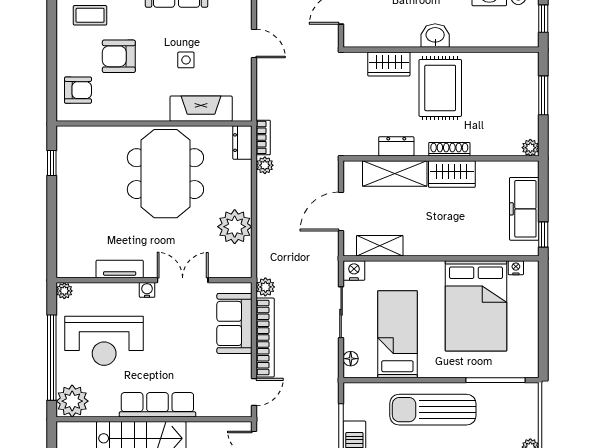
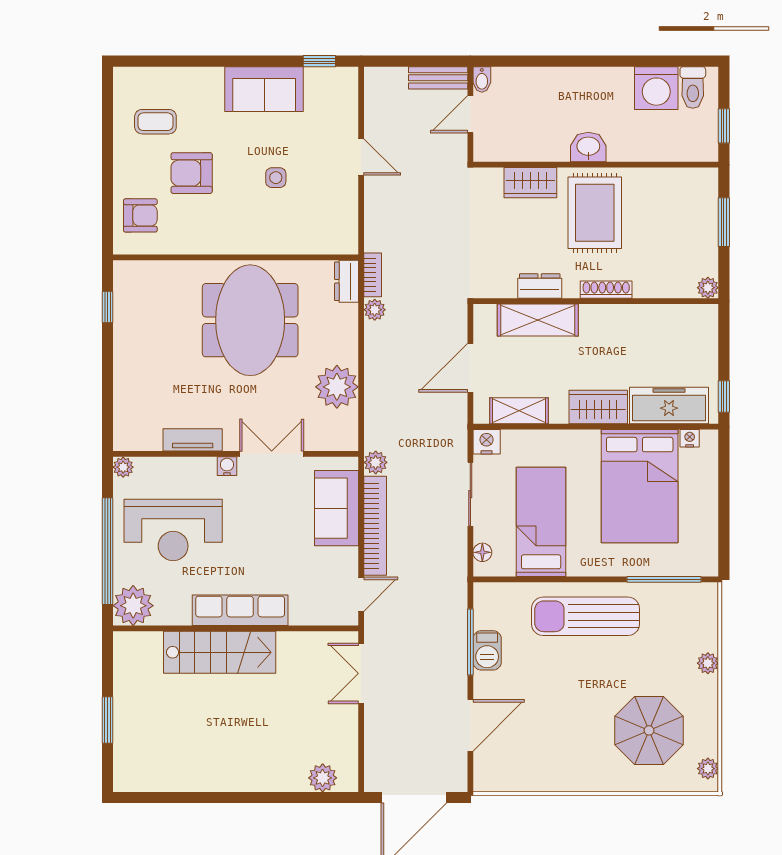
fireplace: (201, 109) -> (295, 239), removed
wardrobe: (452, 174) -> (598, 407), moved, turned 180
freezer: (524, 209) -> (669, 406), moved, turned 90

